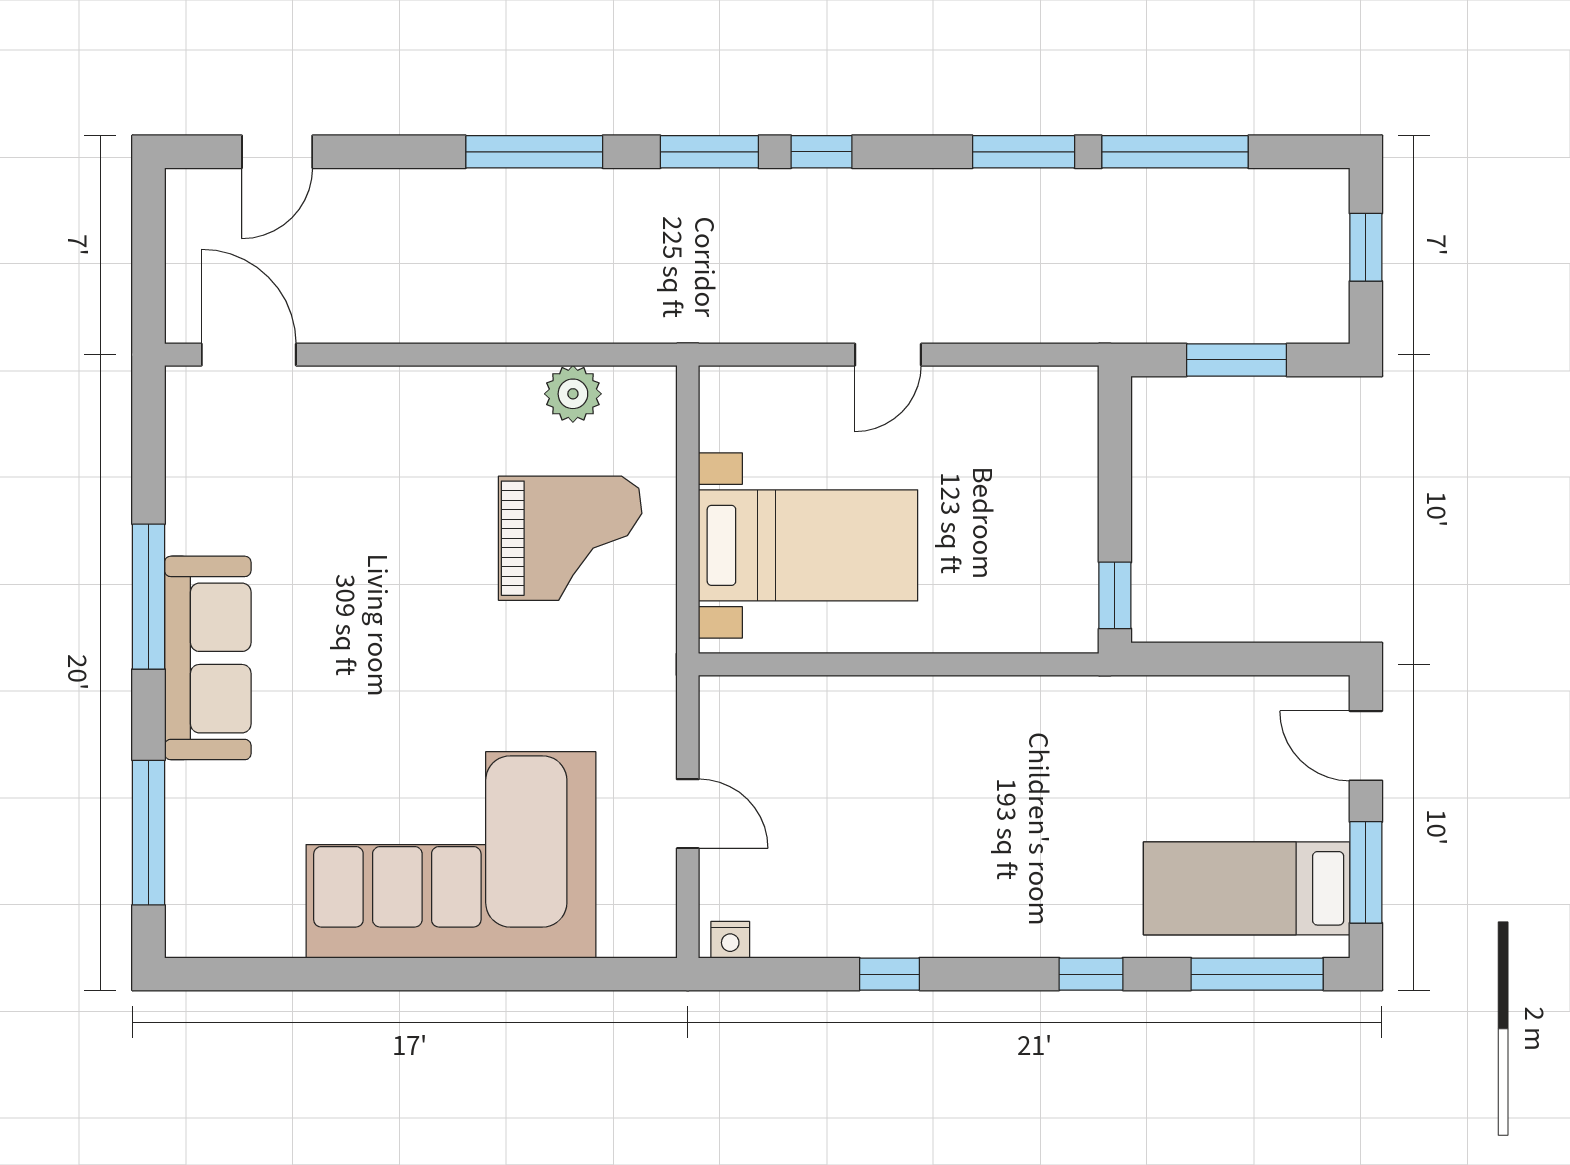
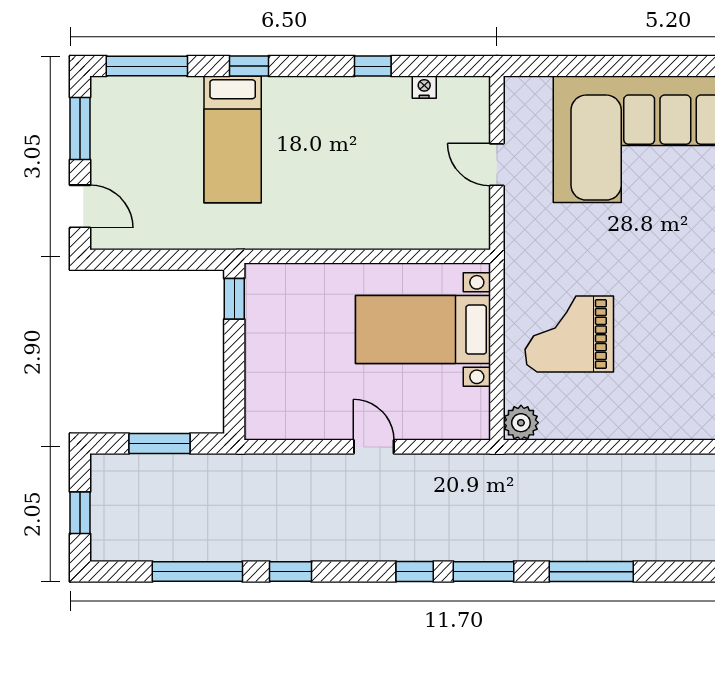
window: (1024, 152) -> (290, 572), width x0.67
door: (888, 355) -> (374, 447), hinge flipped
plant: (573, 394) -> (521, 423), moved
bed: (1247, 888) -> (233, 139), moved, turned 90
nightstand: (730, 940) -> (424, 87), moved

